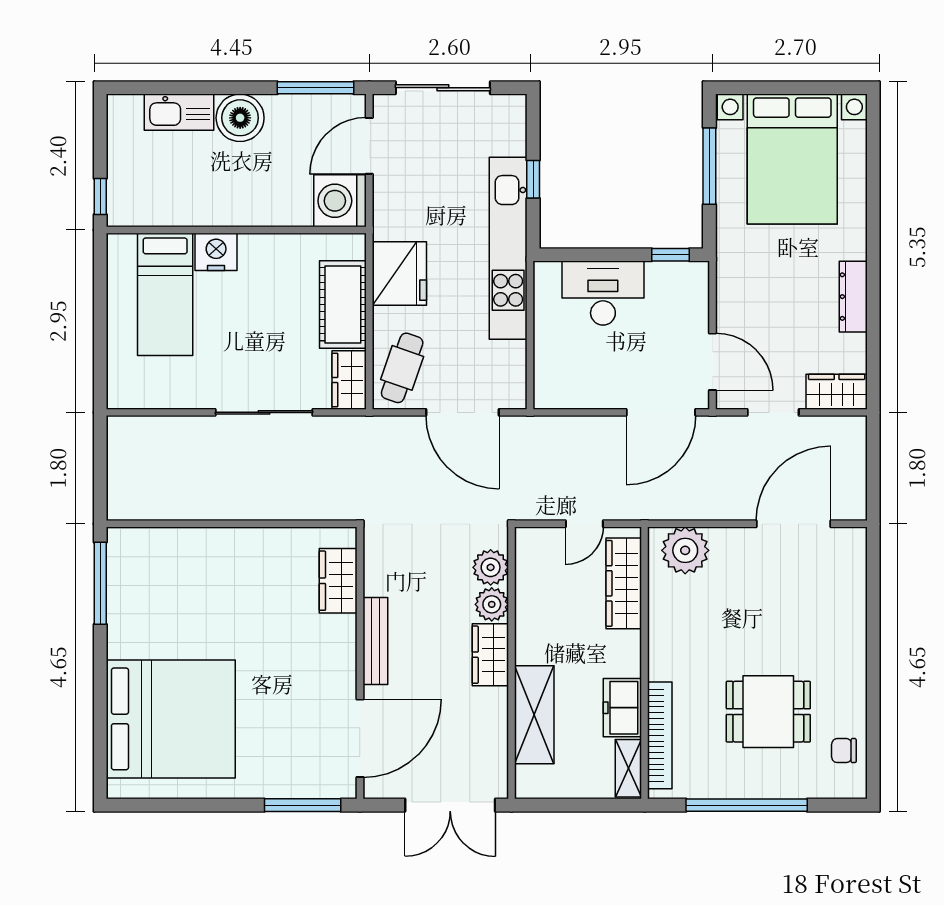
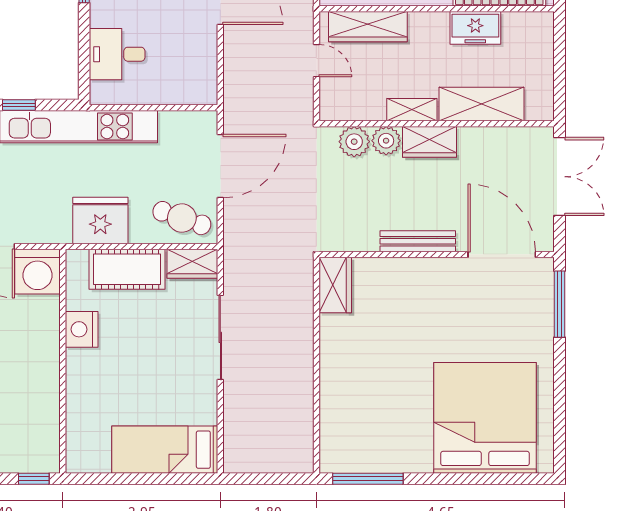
nightstand: (216, 252) -> (82, 329), moved
desk: (603, 293) -> (117, 54), width x0.73
bed: (165, 294) -> (165, 450), moved, turned 180
wardrobe: (338, 581) -> (335, 285), moved, turned -90
shelving: (628, 768) -> (412, 110), moved

